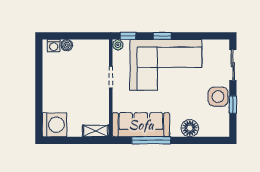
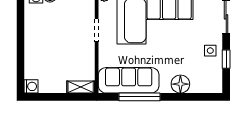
side table: (218, 97) -> (210, 51), width x0.54, depth x0.54
washing machine: (55, 125) -> (31, 86), width x0.53, depth x0.53

